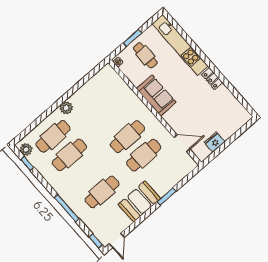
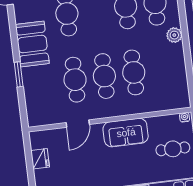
cafe table: (111, 118) -> (134, 72), added
door: (182, 143) -> (78, 124), moved

